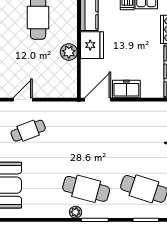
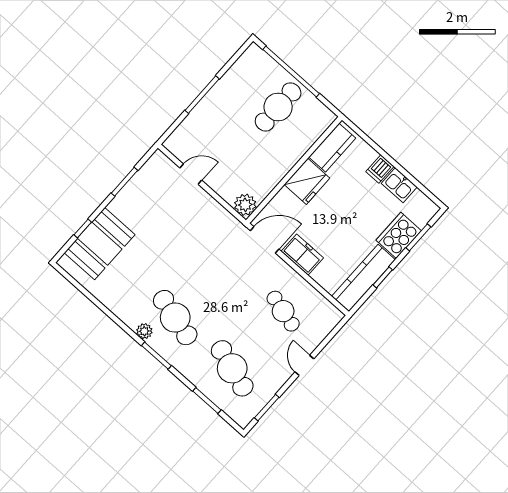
plant: (69, 52) -> (245, 205), moved
cafe table: (28, 131) -> (283, 311), moved, turned 36

